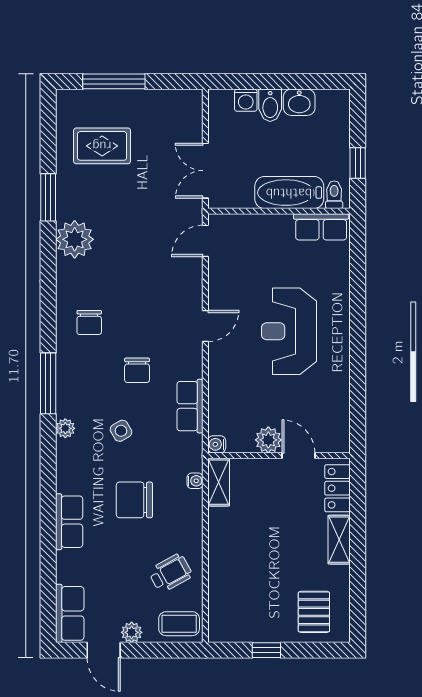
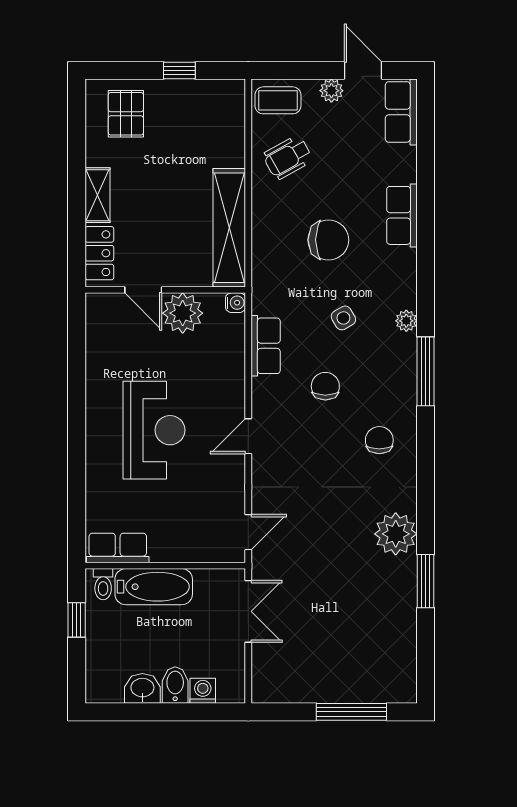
rug: (102, 146) -> (365, 639), removed
plant: (268, 440) -> (183, 313), width x1.36, depth x1.36
water cooler: (195, 481) -> (260, 262), removed
shelving: (219, 482) -> (229, 228), width x2.20, depth x1.33

